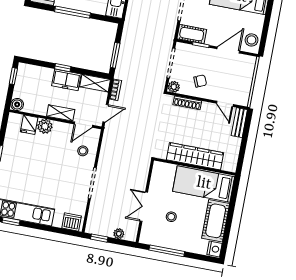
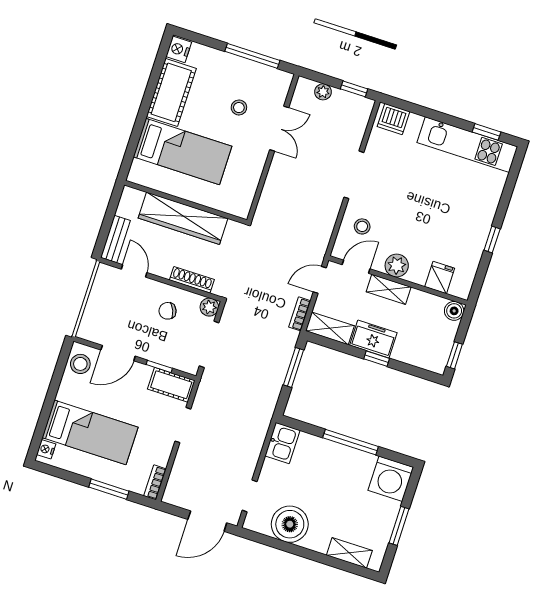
plant: (45, 126) -> (397, 266), moved
wardrobe: (195, 156) -> (183, 218), moved
wall: (195, 167) -> (186, 202), moved

